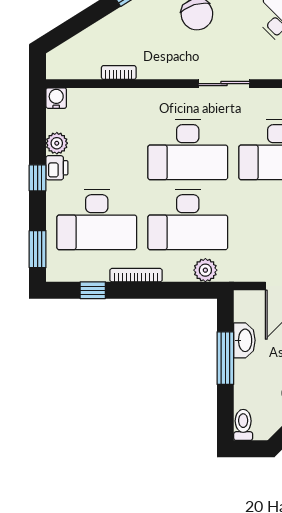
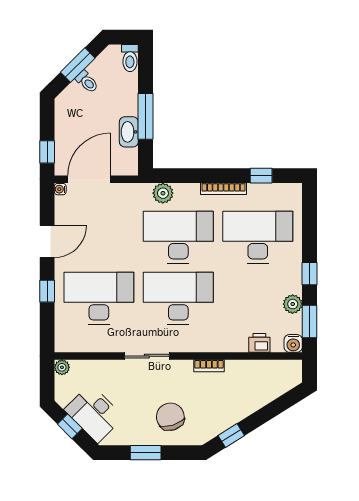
bookcase: (119, 72) -> (209, 366), moved
printer: (57, 168) -> (259, 343), moved, turned 90
window: (38, 249) -> (309, 322), moved

